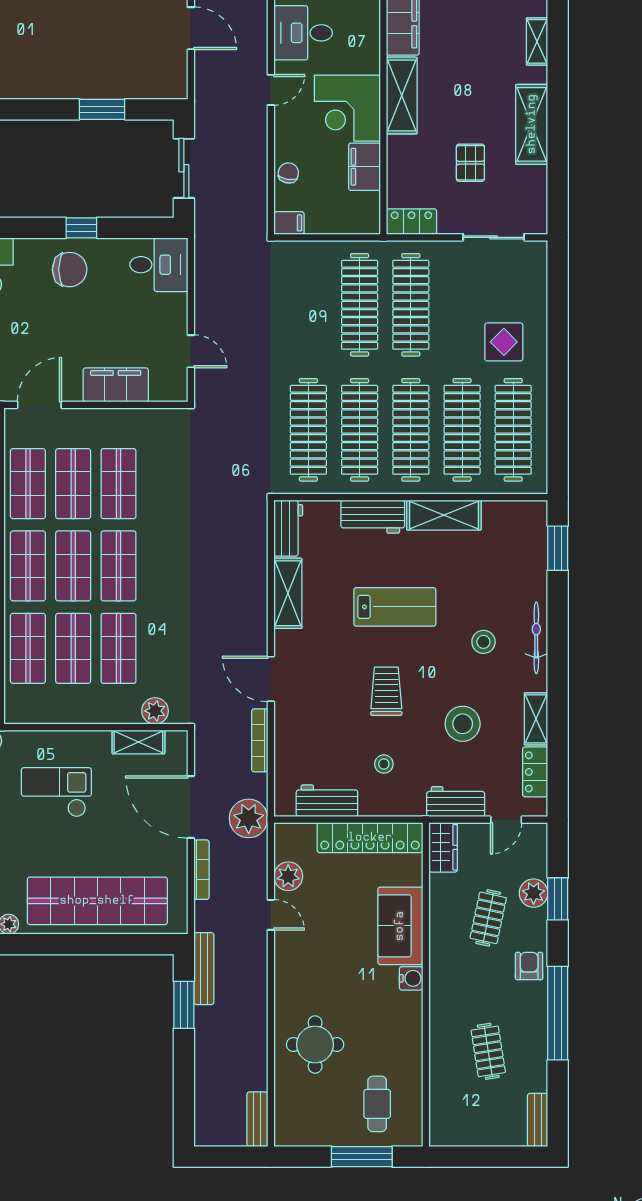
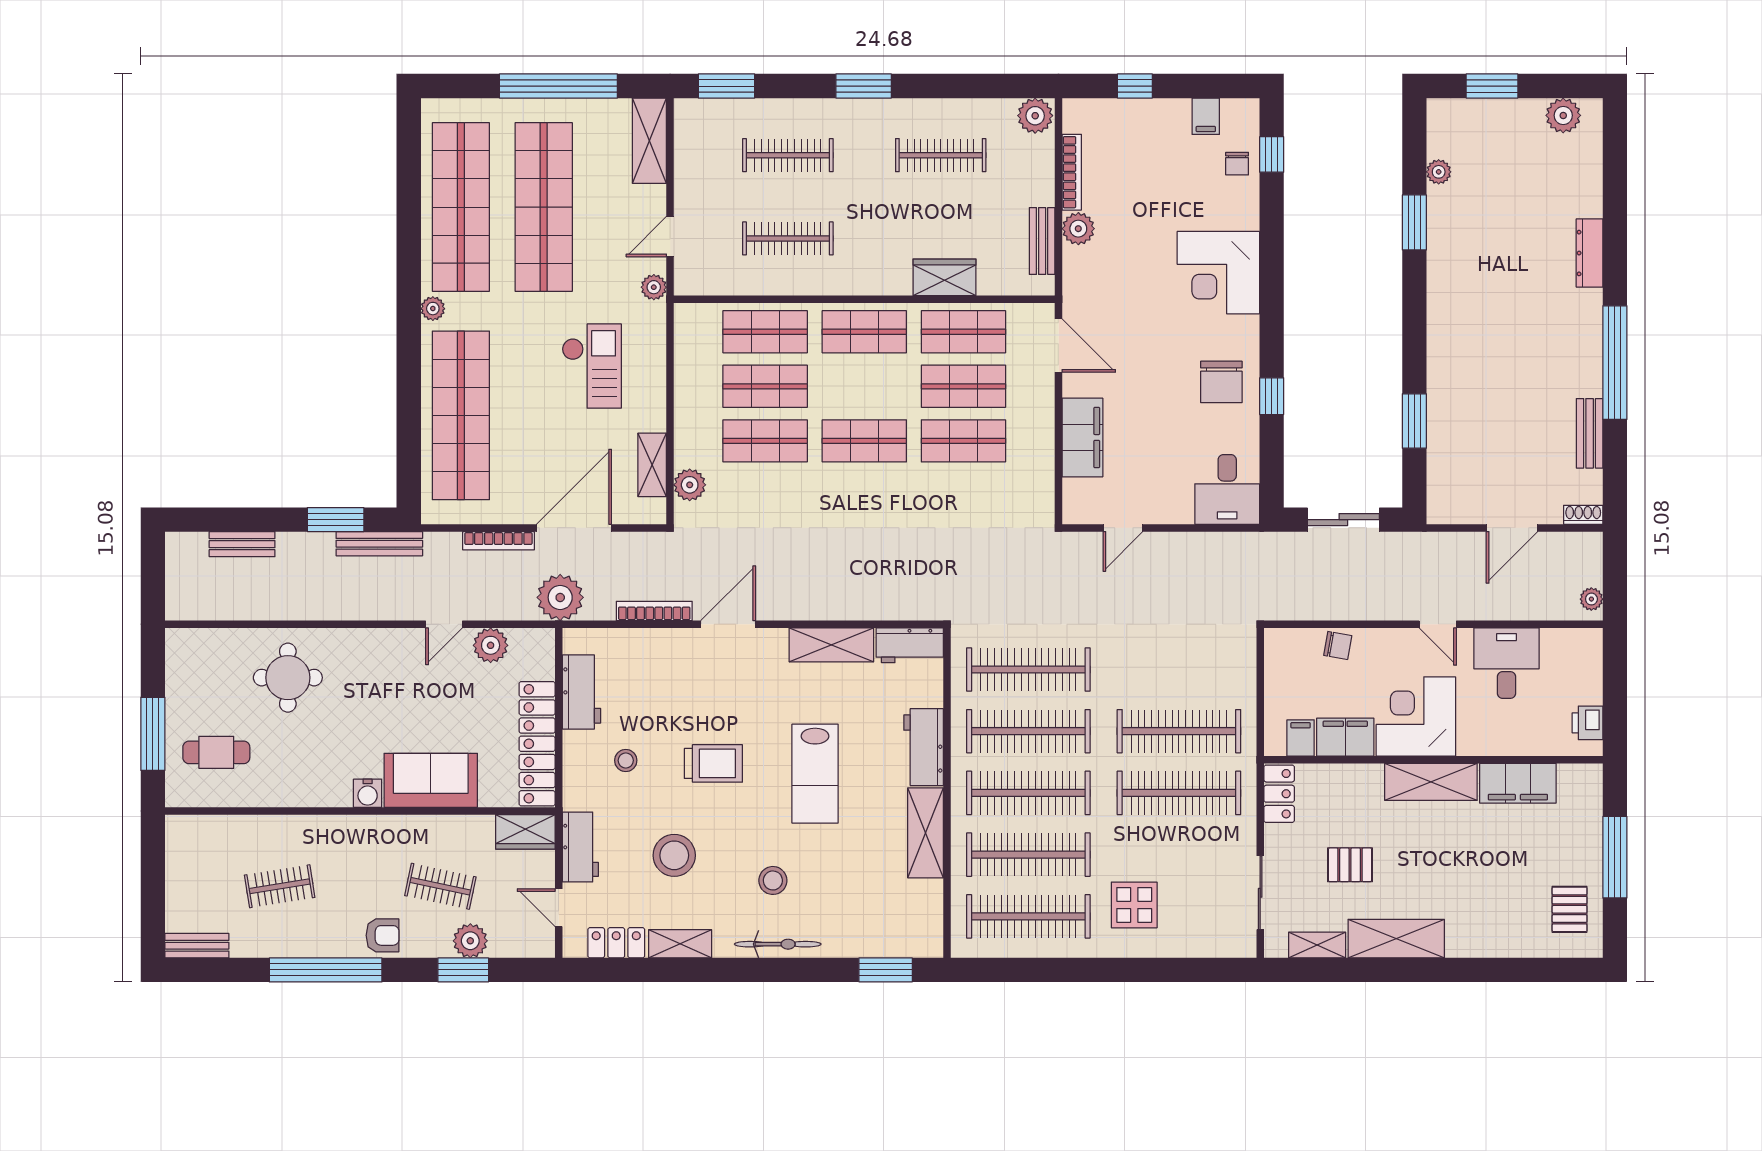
shelving: (537, 41) -> (1317, 945), moved
filing cabinet: (289, 223) -> (1301, 738), moved, turned 180
shop shelf: (73, 566) -> (864, 386), removed
bench: (257, 1119) -> (242, 544), moved

